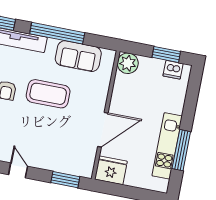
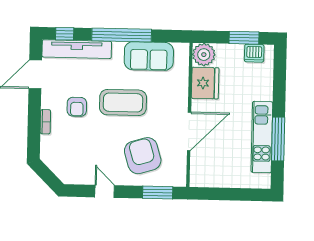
armchair: (58, 144) -> (143, 156), added
fridge: (111, 170) -> (205, 83), moved, turned 90

